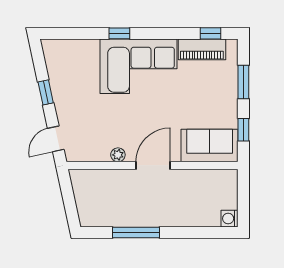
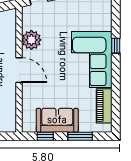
window: (210, 33) -> (116, 112), removed
sofa: (210, 145) -> (57, 120), moved, turned -90
plant: (118, 155) -> (31, 40), width x1.88, depth x1.88

